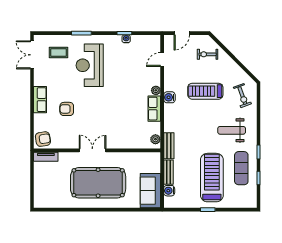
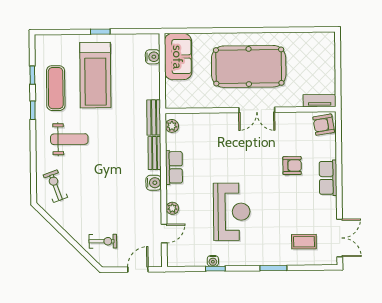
reception desk: (90, 65) -> (232, 212), moved
plant: (156, 90) -> (172, 208), moved
treadmill: (205, 91) -> (105, 191), removed
bench: (169, 172) -> (155, 153), moved

